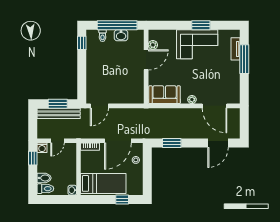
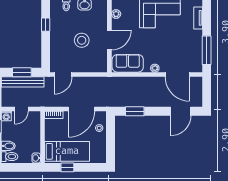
window: (82, 43) -> (46, 25), moved
window: (244, 59) -> (207, 50), moved
door: (146, 60) -> (109, 40), moved
stool: (118, 71) -> (82, 40), added
window: (122, 200) -> (67, 167), moved

